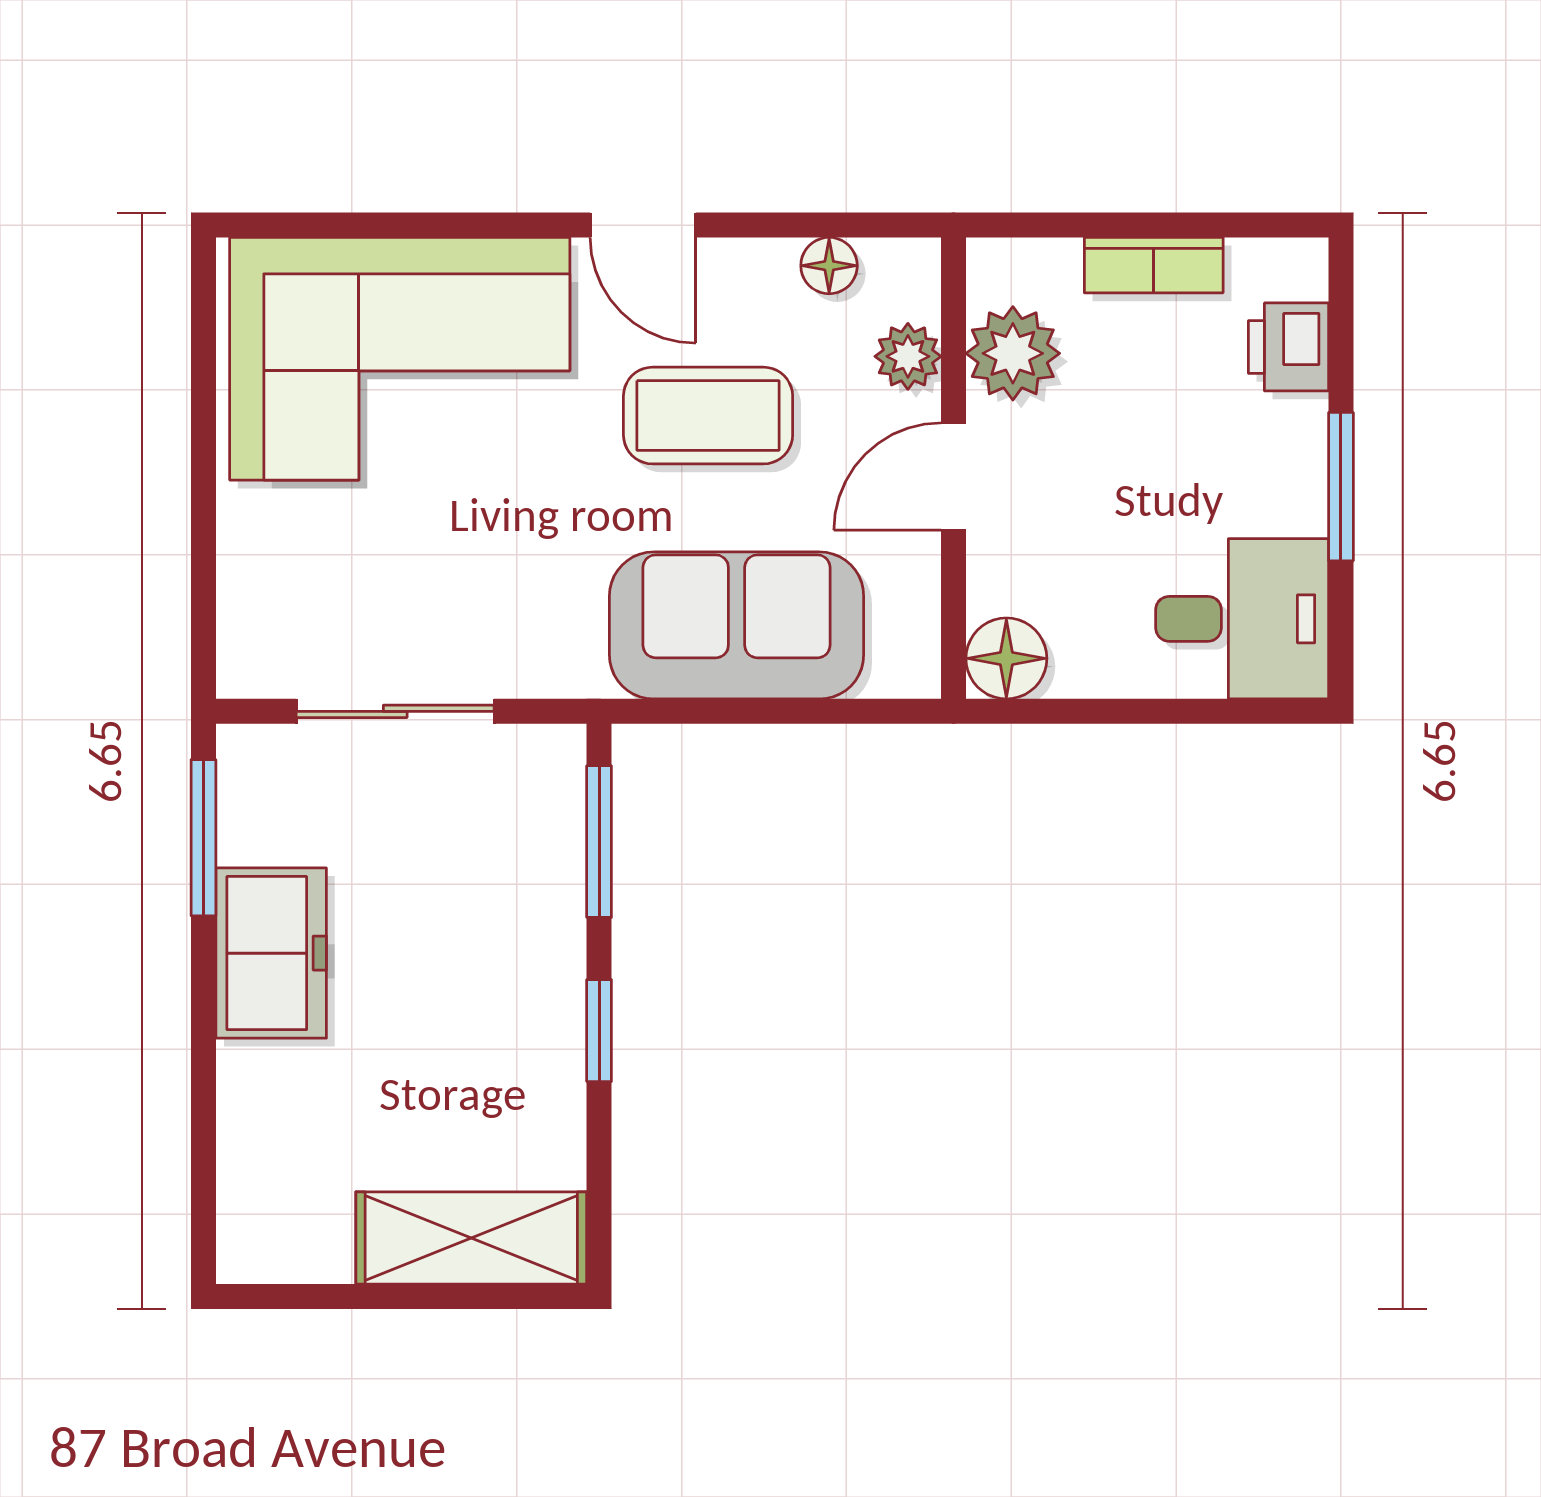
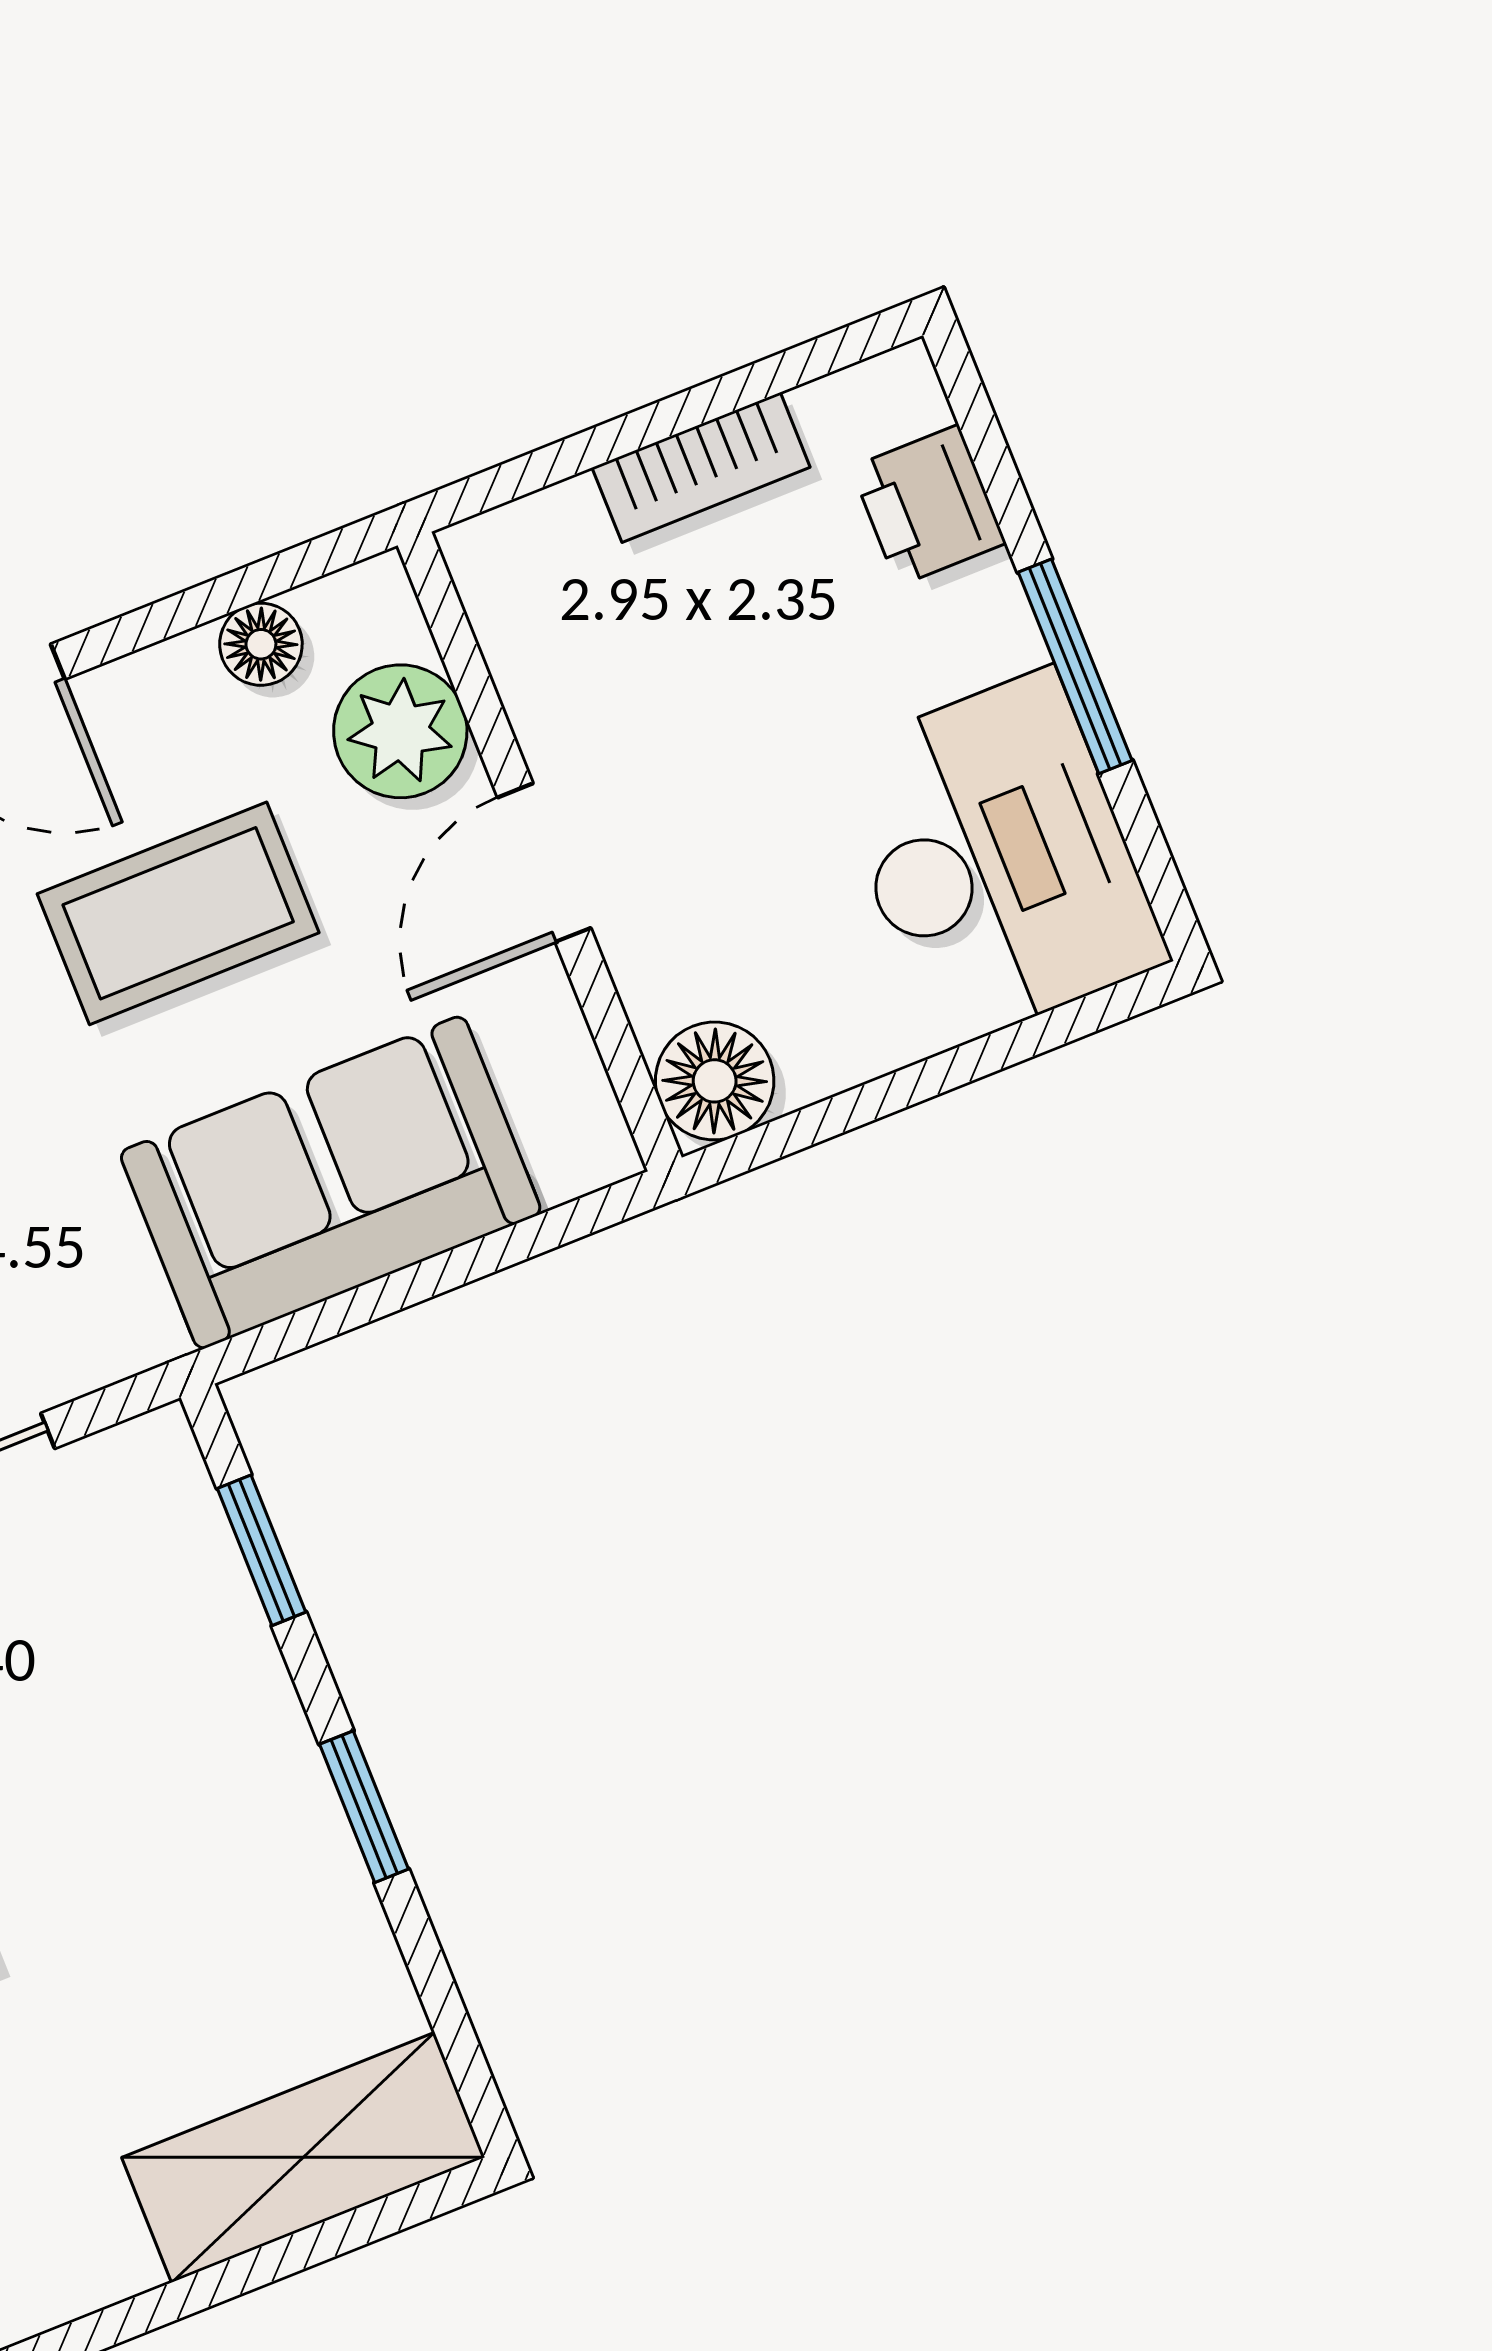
plant: (1013, 353) -> (558, 664), removed
plant: (908, 356) -> (400, 731), width x1.38, depth x1.38
desk: (1242, 619) -> (997, 859), width x1.37
window: (599, 842) -> (261, 1550), width x0.67

